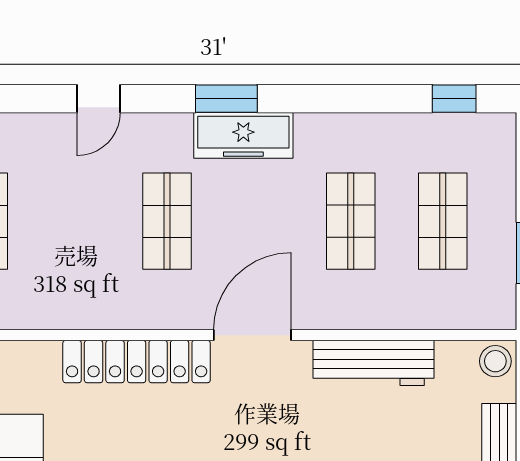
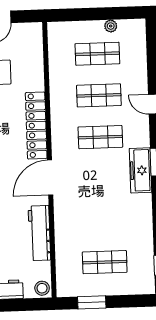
shop shelf: (351, 221) -> (99, 95), moved
door: (252, 335) -> (50, 178), swing flipped

